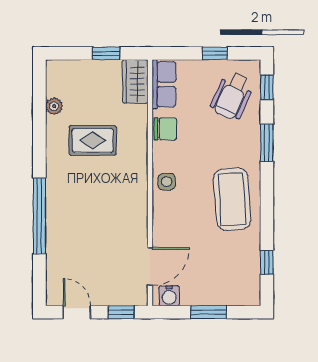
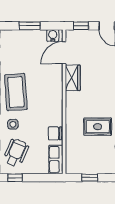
window: (215, 53) -> (15, 178), moved
wardrobe: (135, 81) -> (73, 78), moved
side table: (167, 182) -> (13, 124), moved

